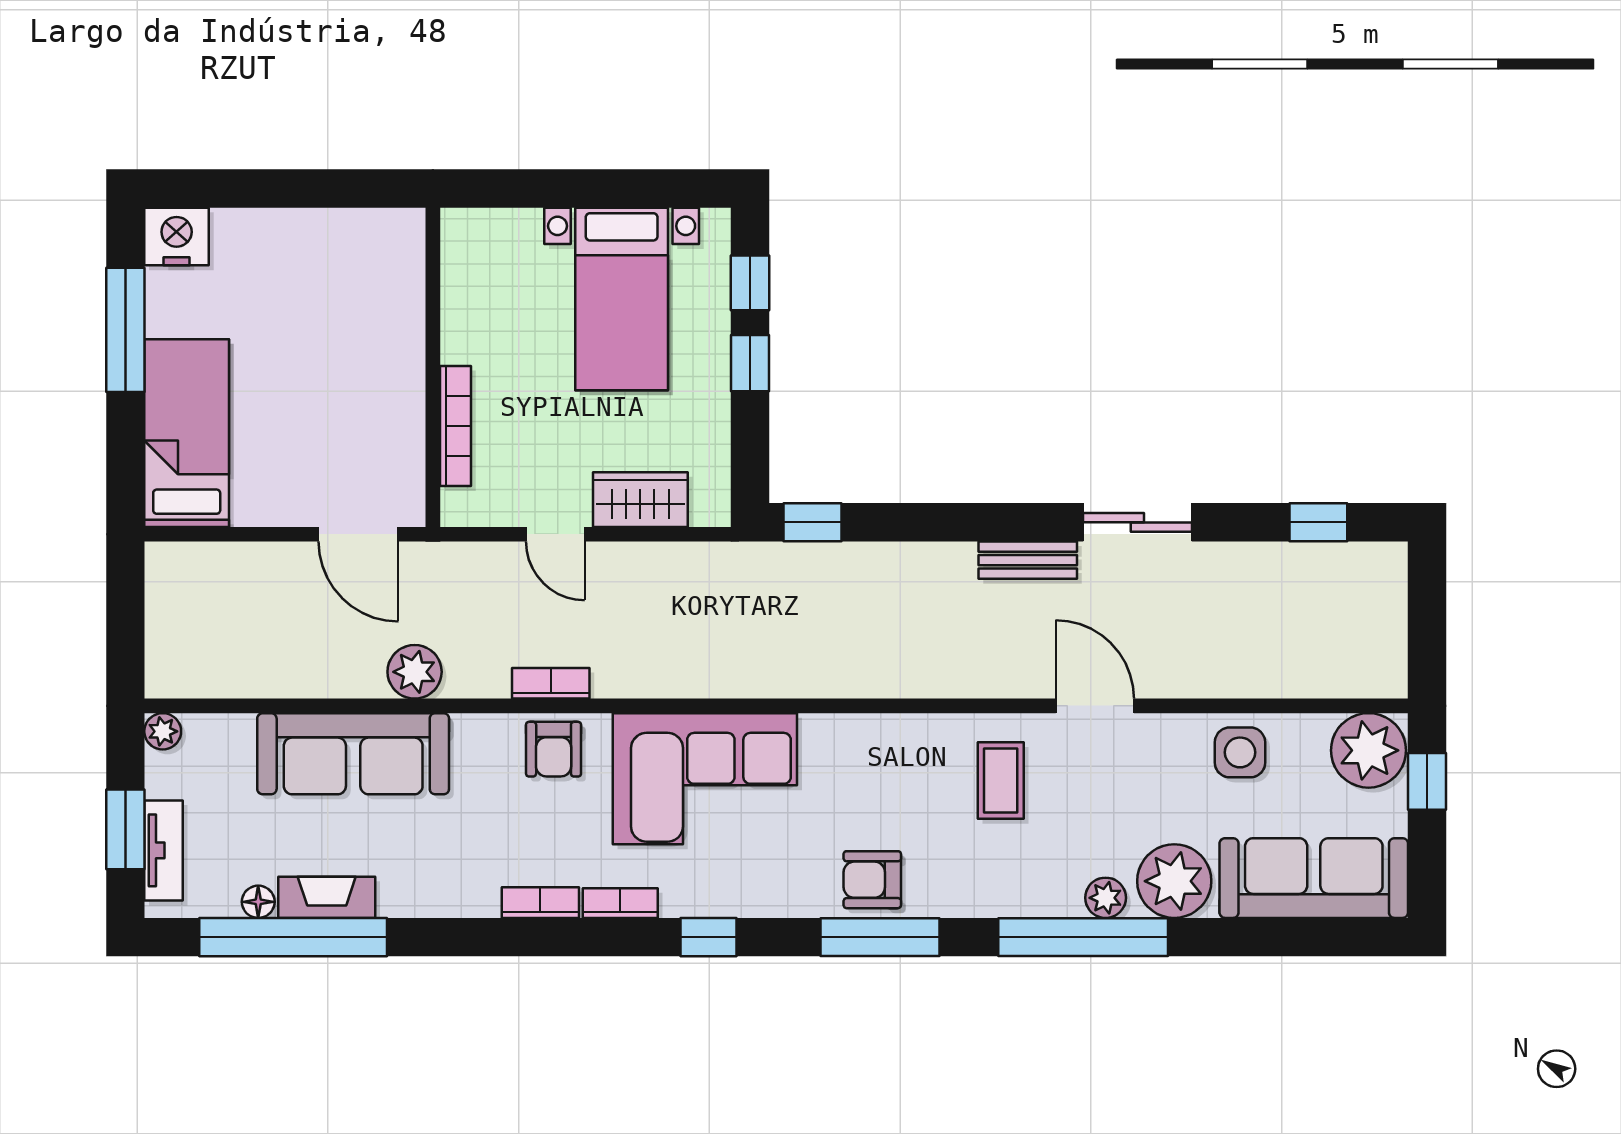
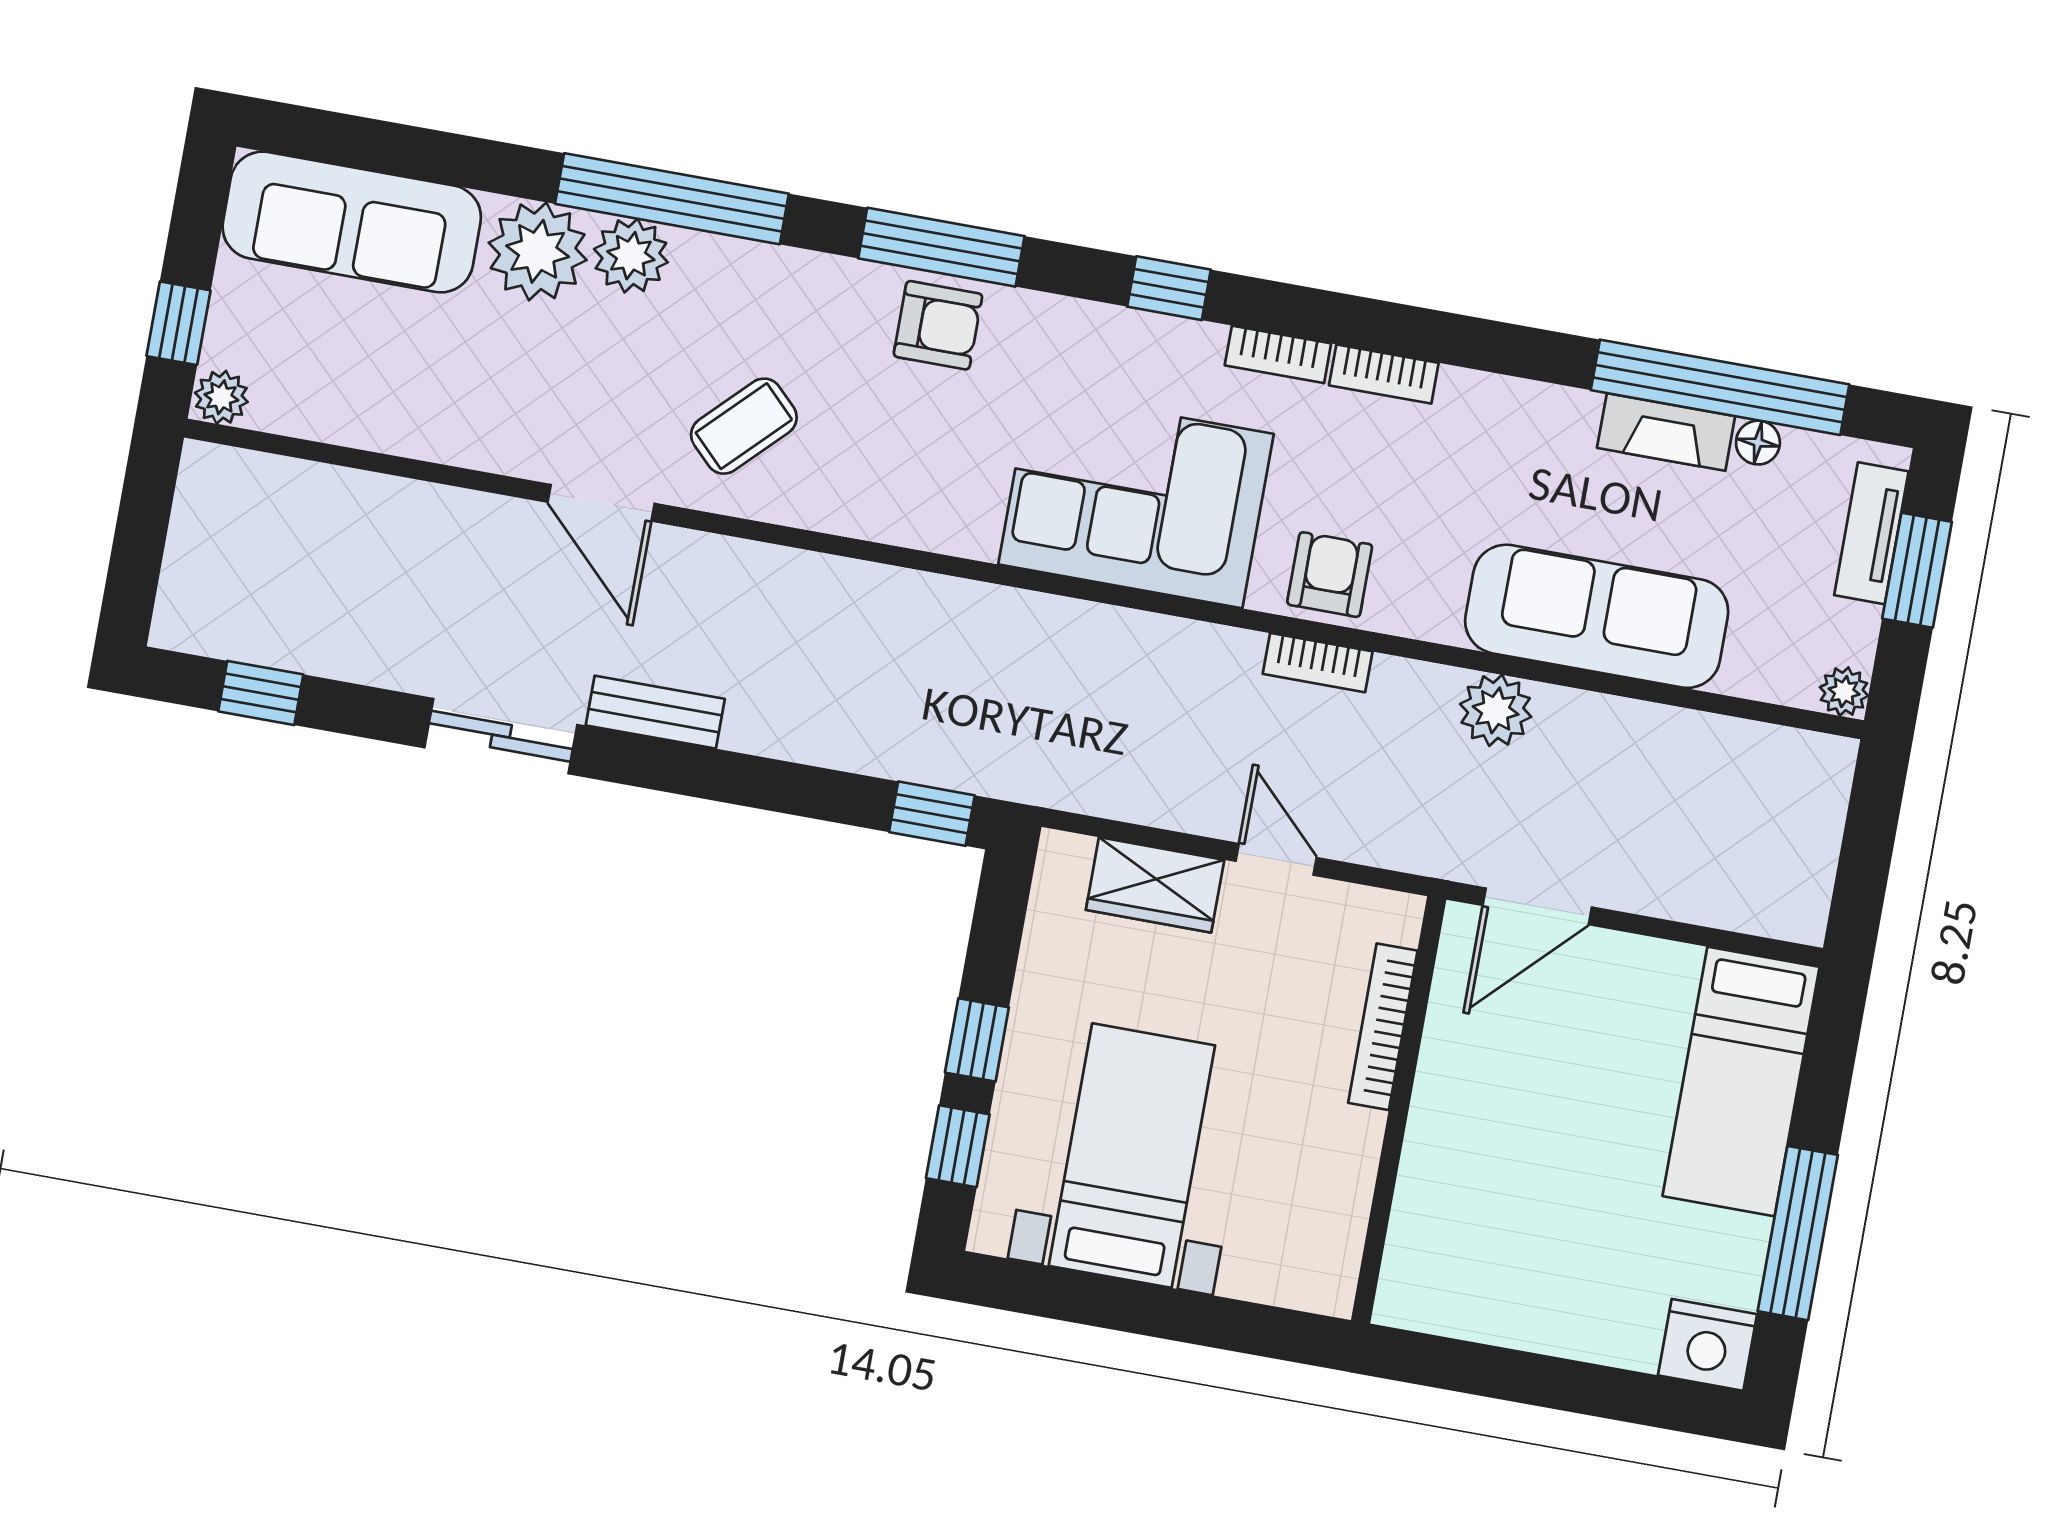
door: (358, 534) -> (1537, 906), swing flipped
plant: (1368, 750) -> (221, 397), width x0.53, depth x0.53
side table: (1240, 752) -> (420, 406), removed
coffee table: (1001, 781) -> (744, 426), turned 45
plant: (1106, 898) -> (631, 256), width x1.38, depth x1.38

